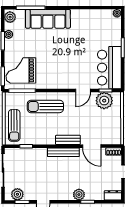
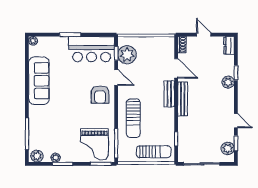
sofa: (48, 19) -> (39, 81), moved
armchair: (67, 76) -> (100, 95), added
door: (92, 146) -> (176, 68), hinge flipped

